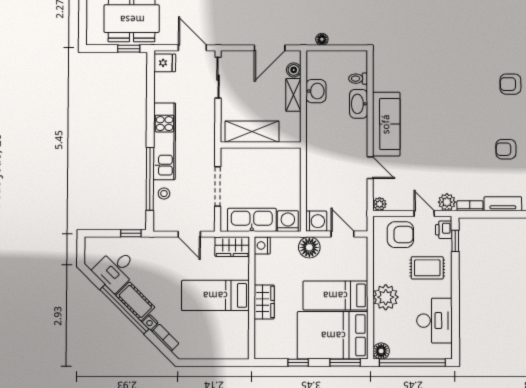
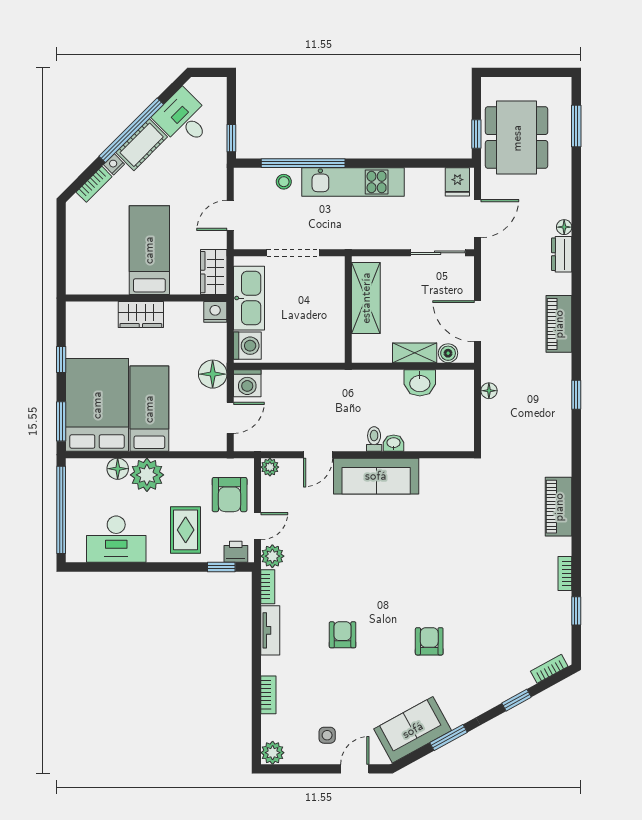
toilet: (358, 79) -> (374, 439), moved
washbasin: (359, 104) -> (394, 443), width x0.52, depth x0.69
floor lamp: (381, 351) -> (118, 469), moved

